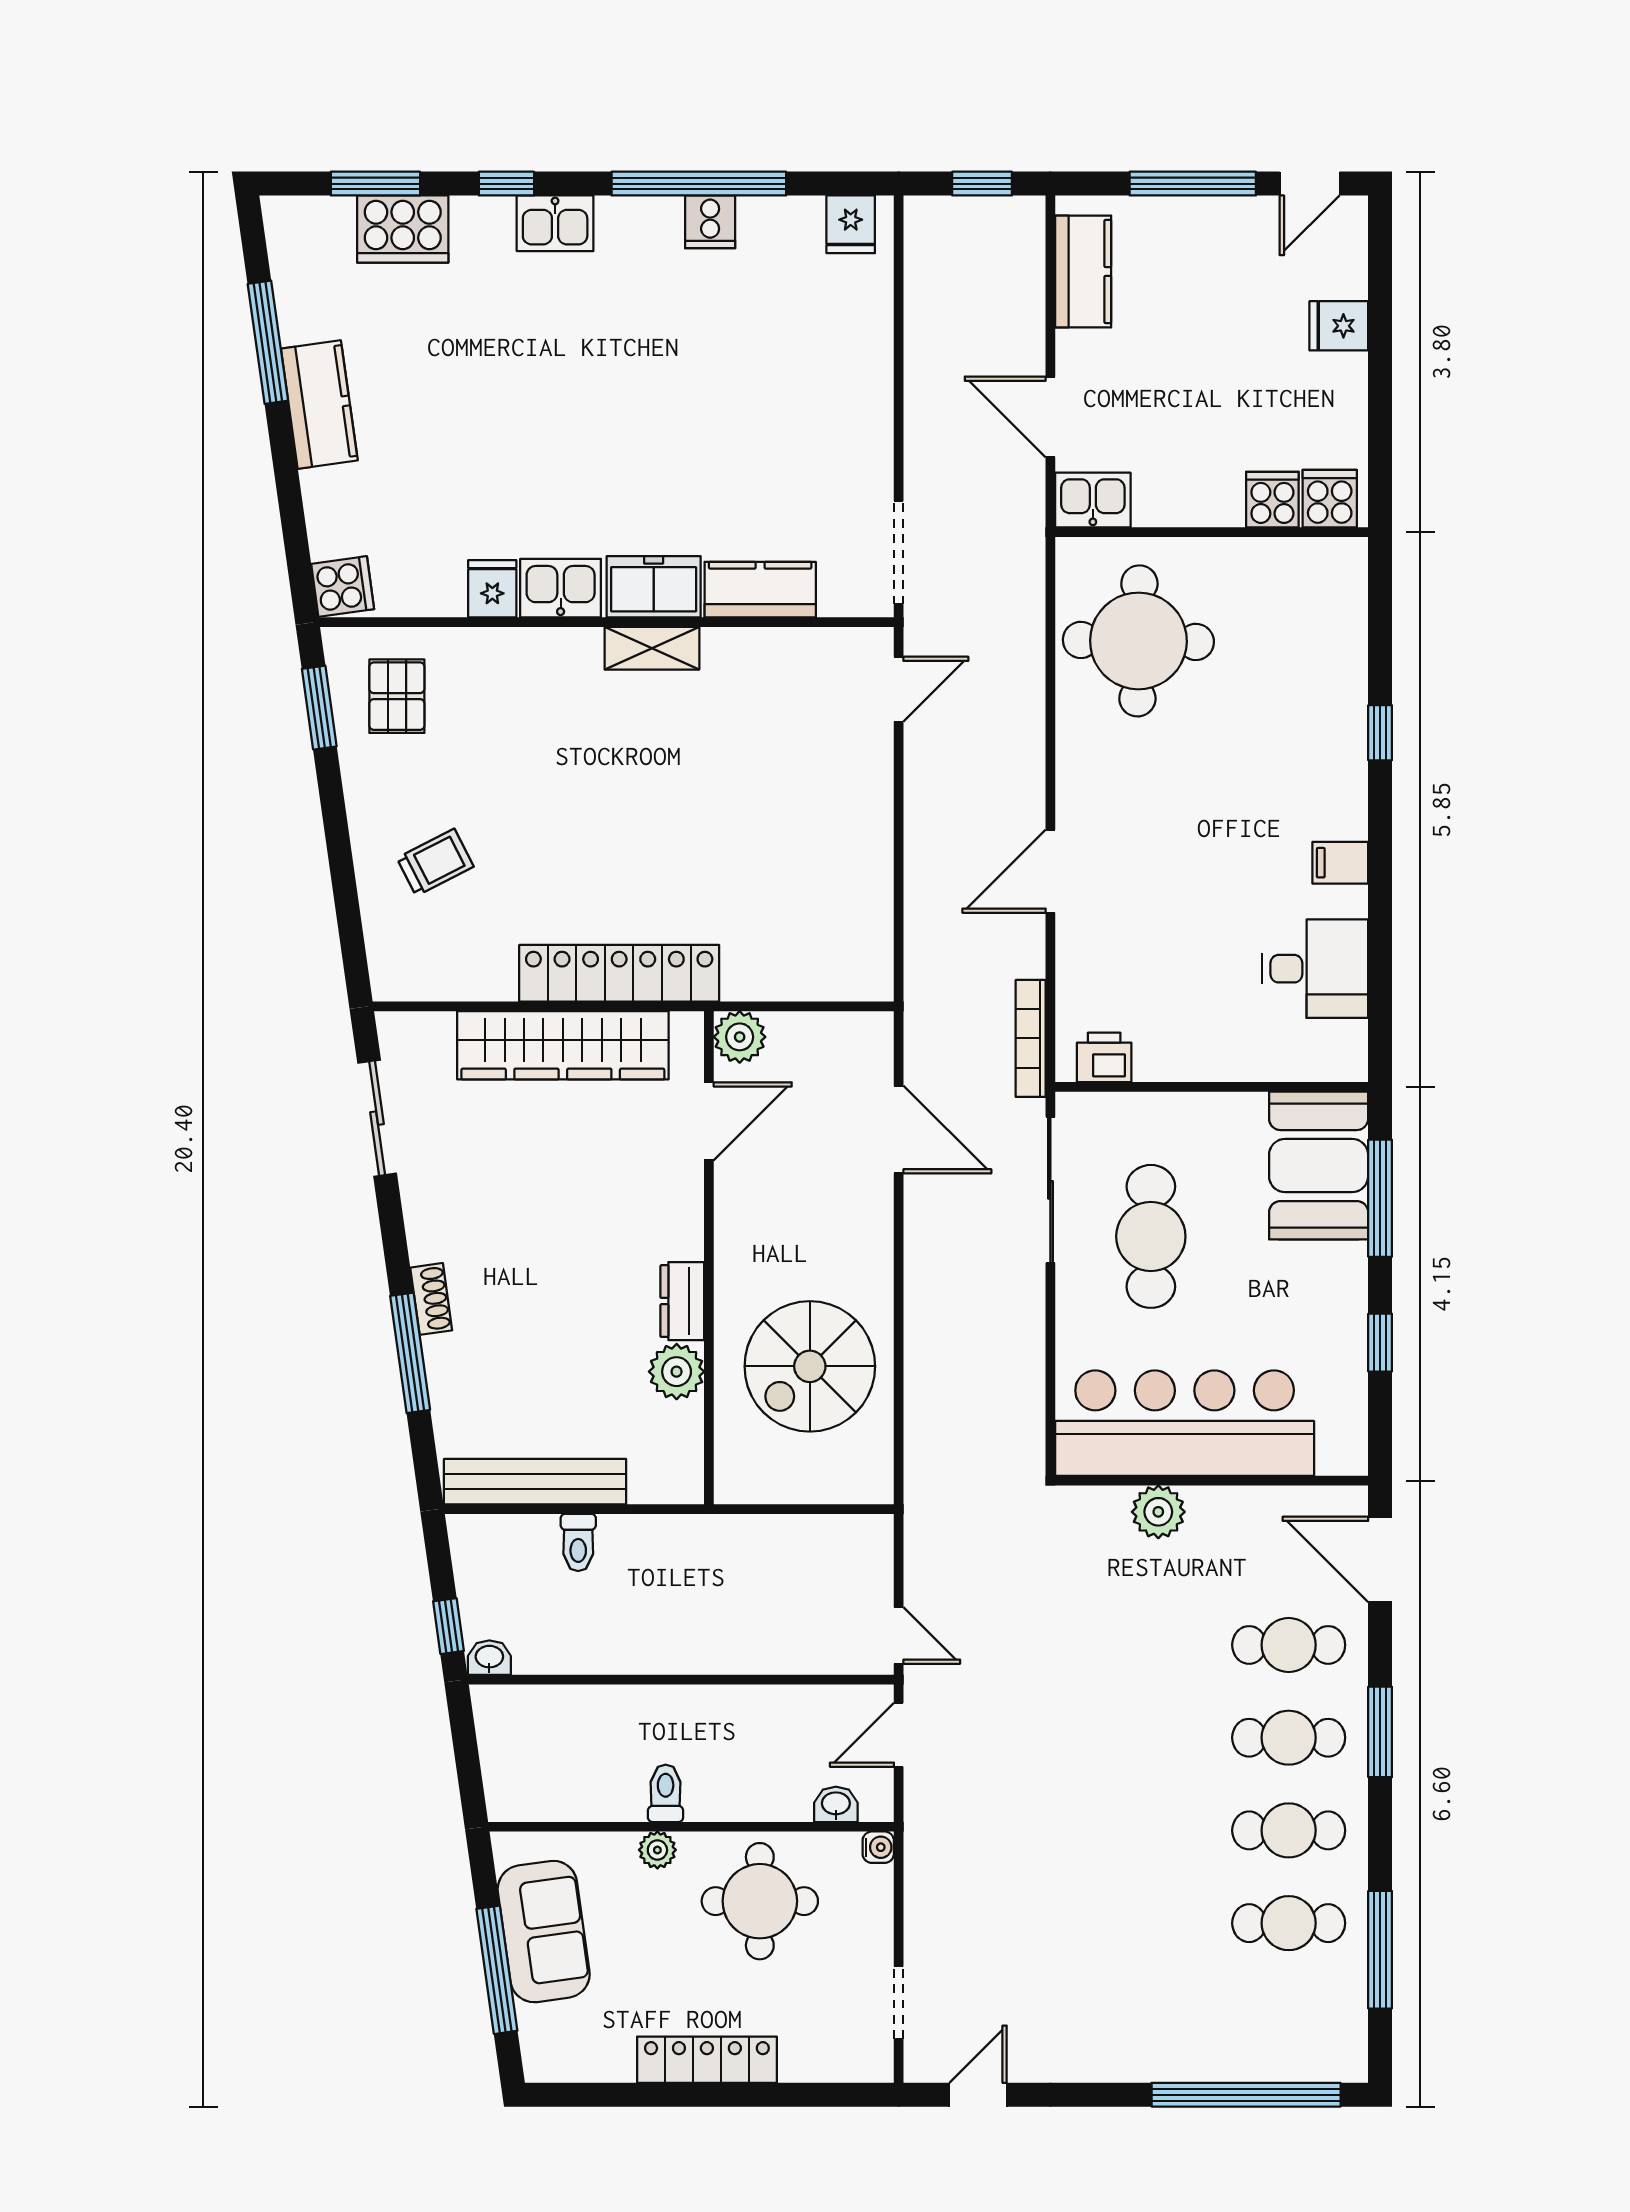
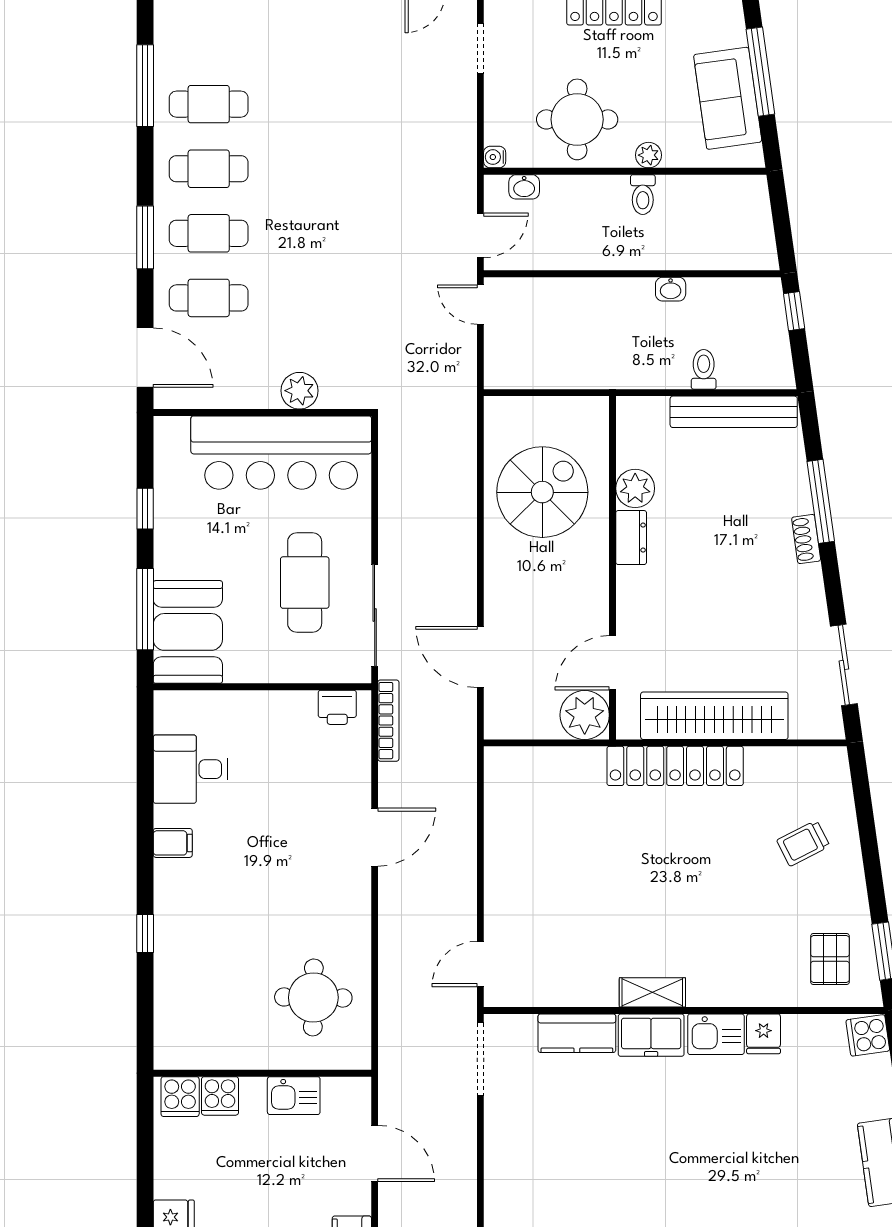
kitchen sink: (1093, 500) -> (294, 1096), moved
round table: (1138, 641) -> (313, 997), width x0.73, depth x0.73
plant: (740, 1037) -> (585, 715), width x1.36, depth x1.36
washbasin: (489, 1658) -> (671, 289), moved

